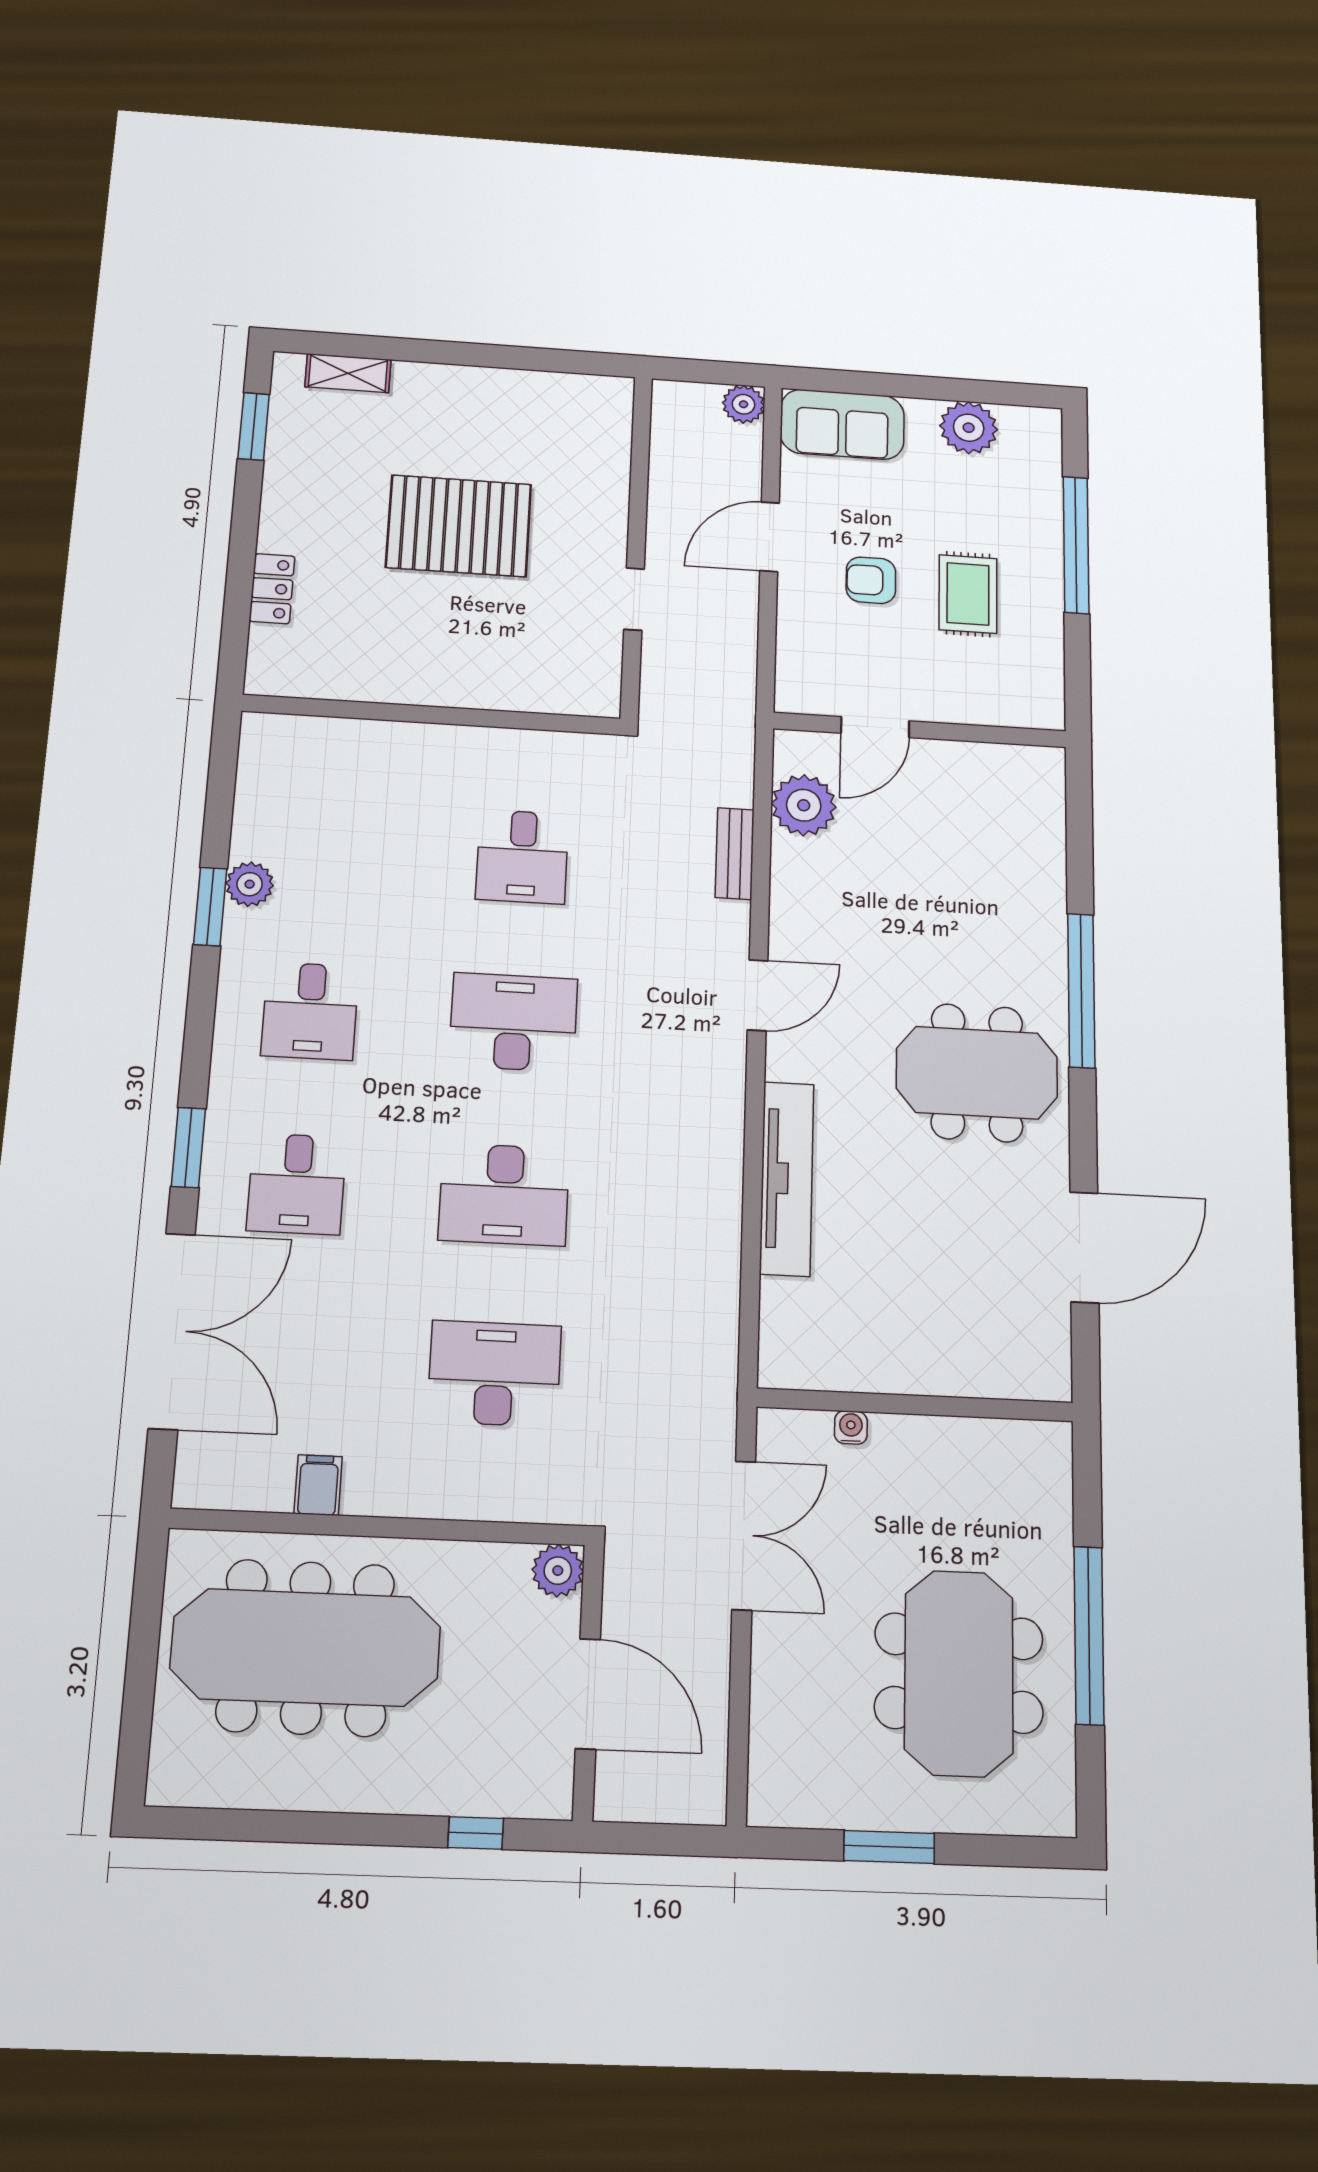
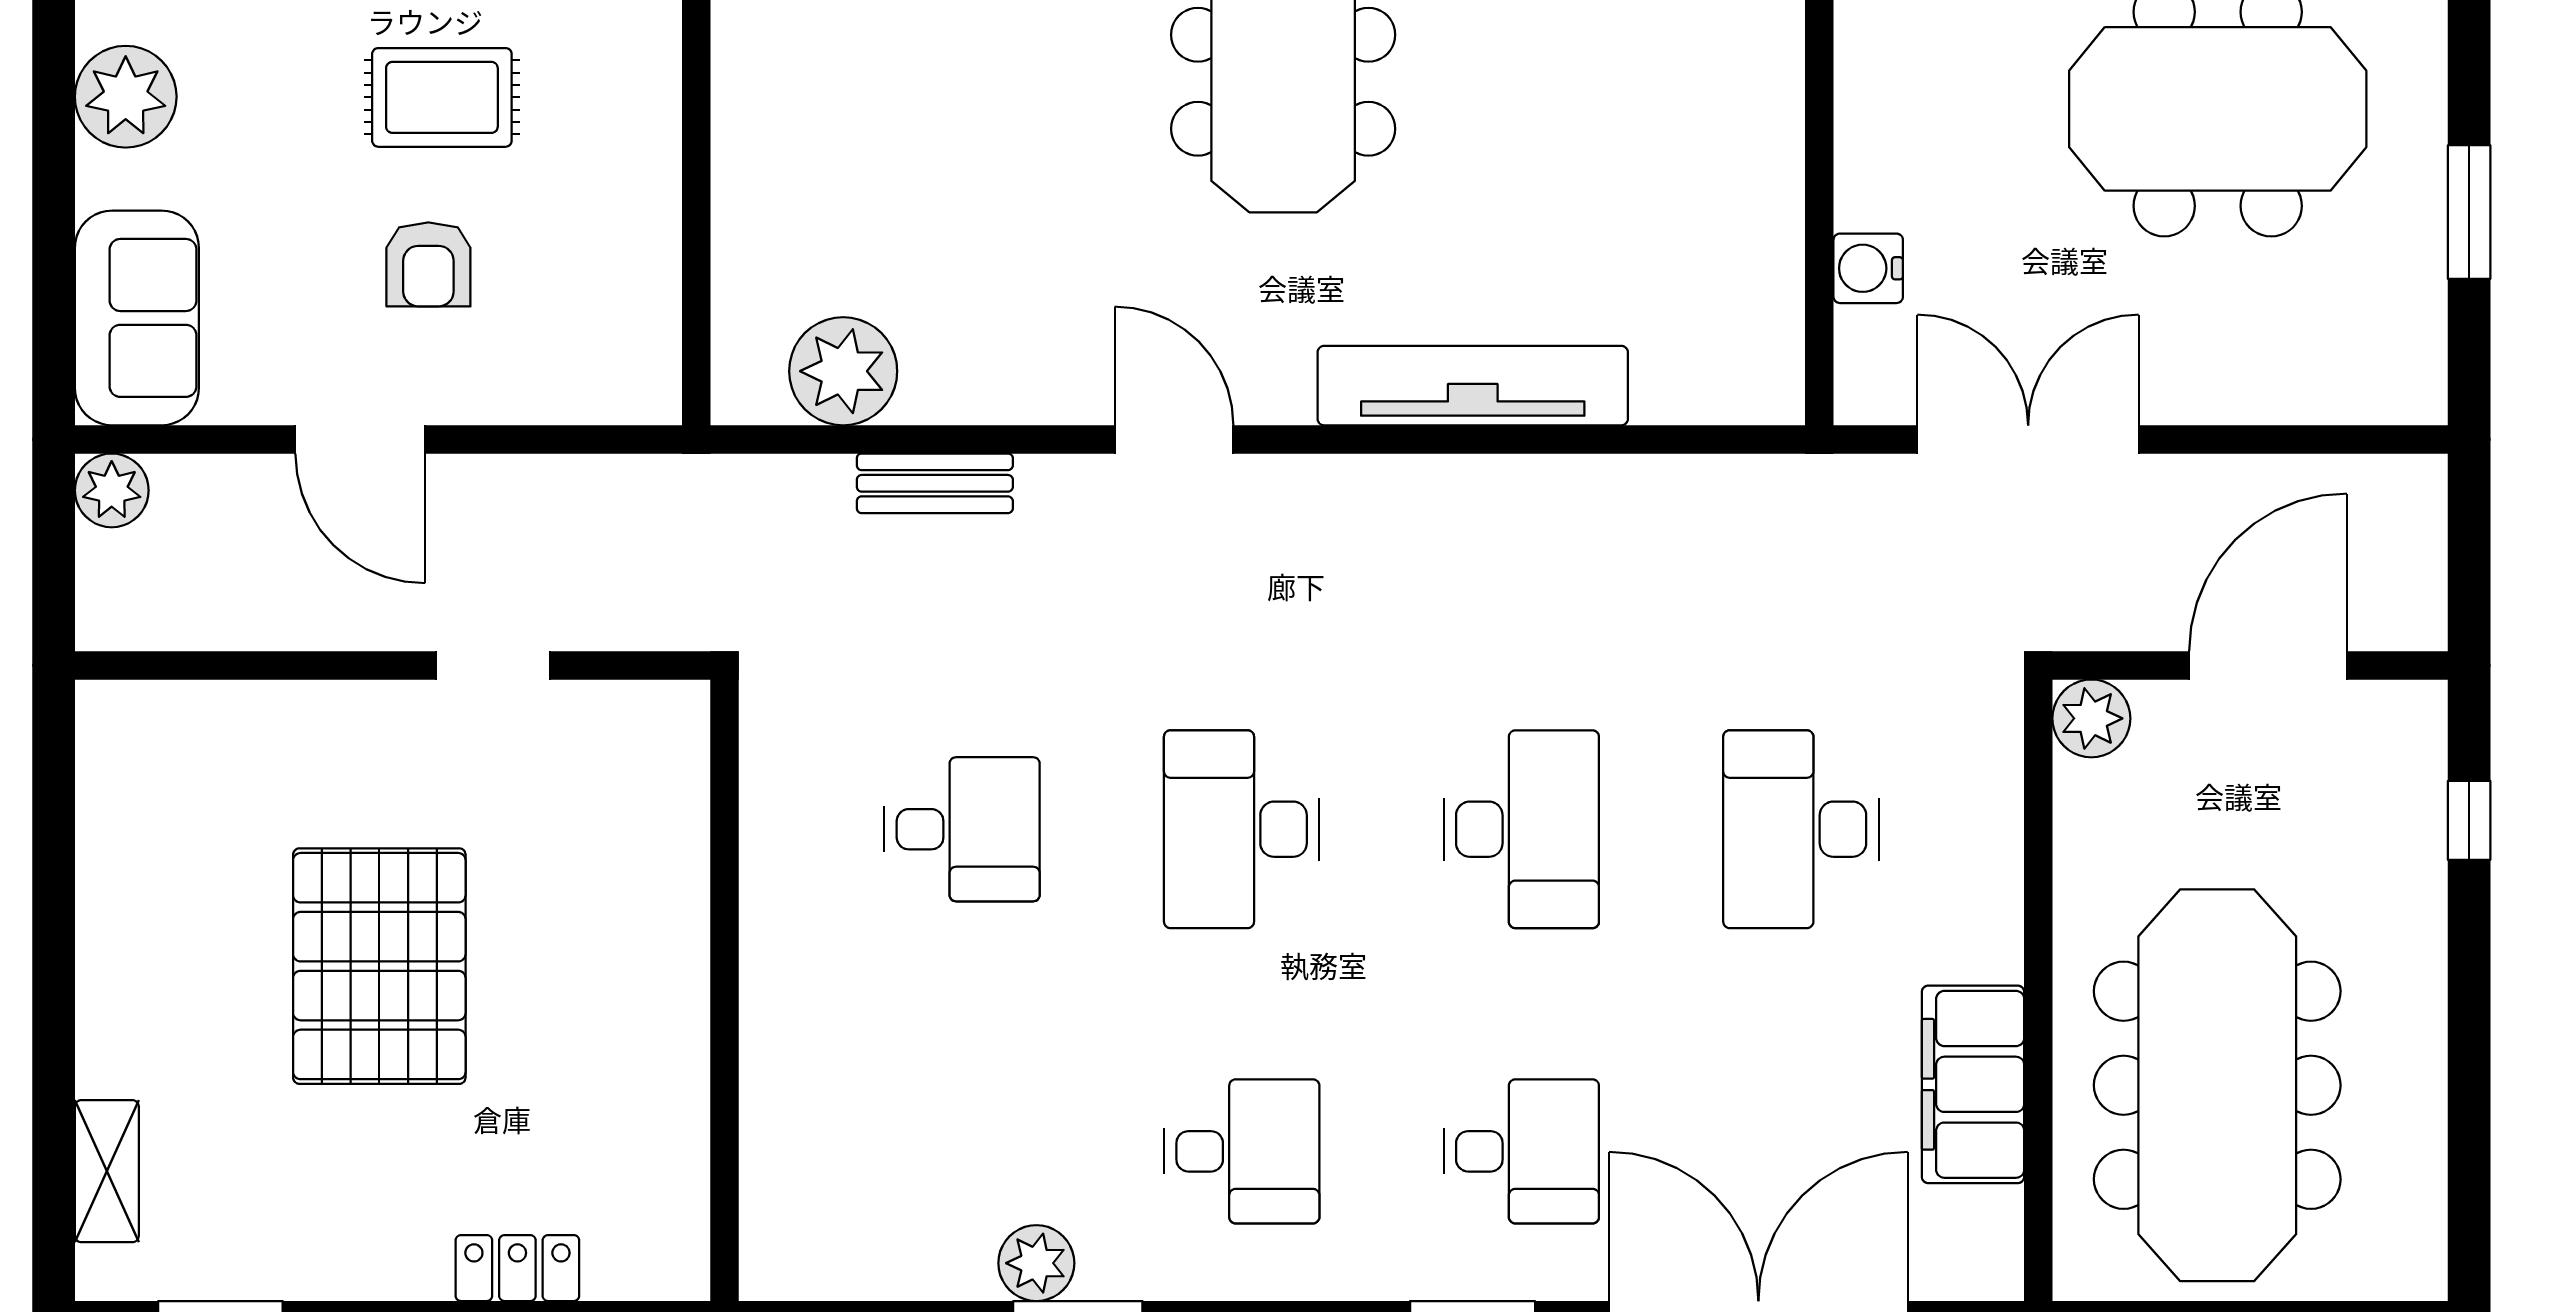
door: (875, 727) -> (696, 254), removed
water cooler: (851, 1428) -> (1868, 268), width x1.38, depth x1.38
filing cabinet: (318, 1485) -> (1973, 1084), width x3.00, depth x1.17

